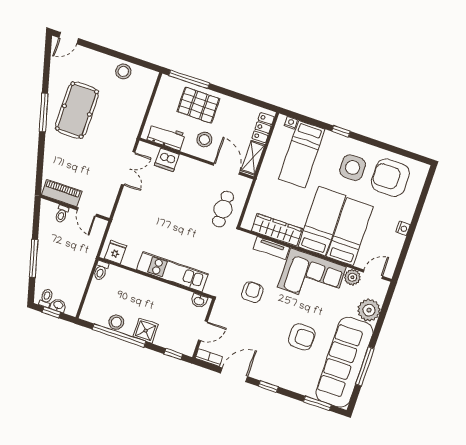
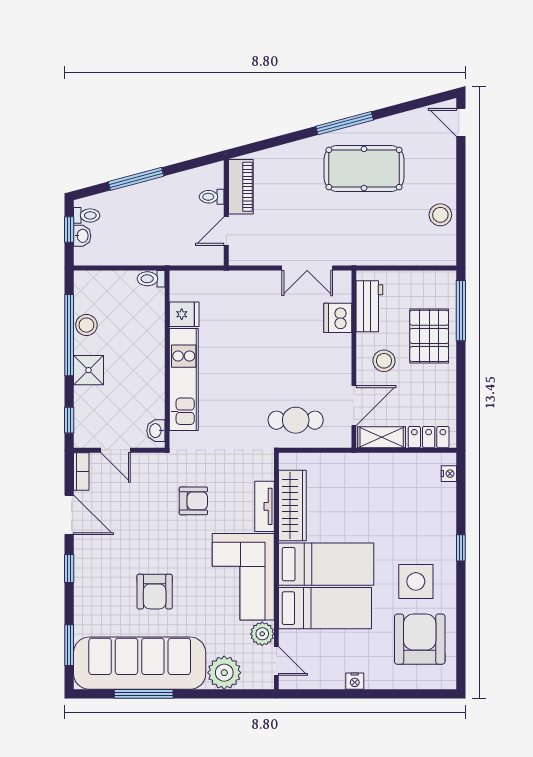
bed: (302, 154) -> (410, 504), removed
fridge: (116, 252) -> (184, 314), moved

